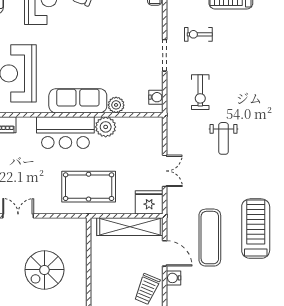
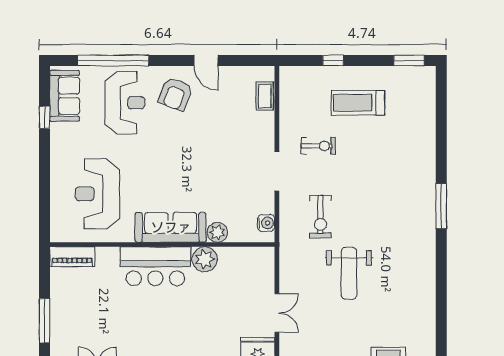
exercise bike: (198, 34) -> (318, 146), turned 180
weight bench: (224, 138) -> (349, 273), width x1.36, depth x1.33
pool table: (89, 187) -> (184, 332), removed

